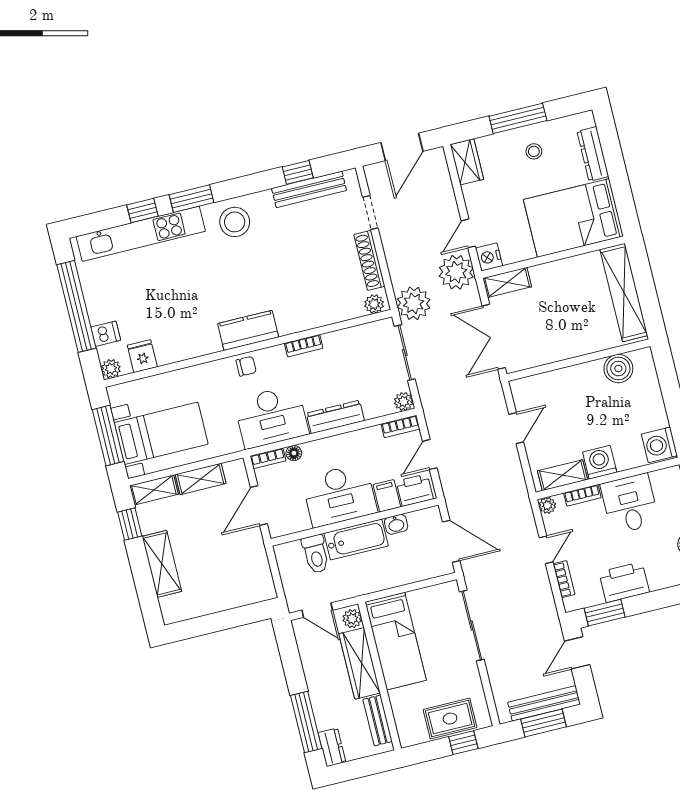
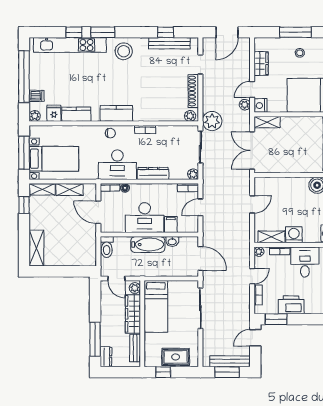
wardrobe: (467, 162) -> (261, 64), moved
plant: (456, 272) -> (245, 105), width x0.53, depth x0.53
kitchen counter: (181, 348) -> (76, 114), added
printer: (415, 490) -> (187, 225), removed
door: (259, 506) -> (98, 212), hinge flipped
toilet: (316, 554) -> (107, 247), moved
shelving: (162, 564) -> (36, 248), moved
window: (463, 743) -> (163, 372), moved

